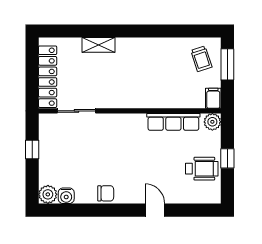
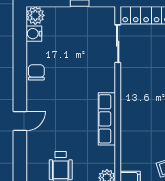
row of seats: (173, 122) -> (107, 119), moved
chair: (106, 193) -> (36, 72), turned 180

